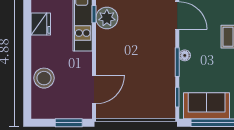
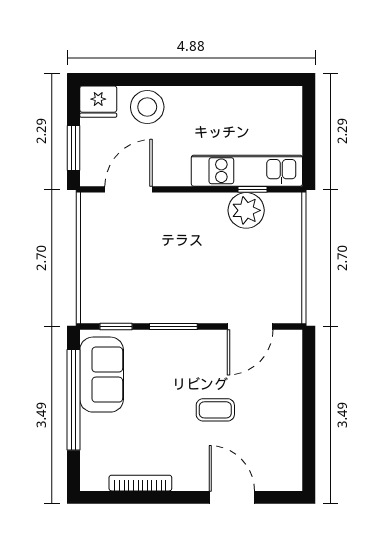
fridge: (41, 24) -> (98, 102), moved
floor lamp: (185, 55) -> (184, 339), removed
door: (94, 89) -> (129, 189), swing flipped

